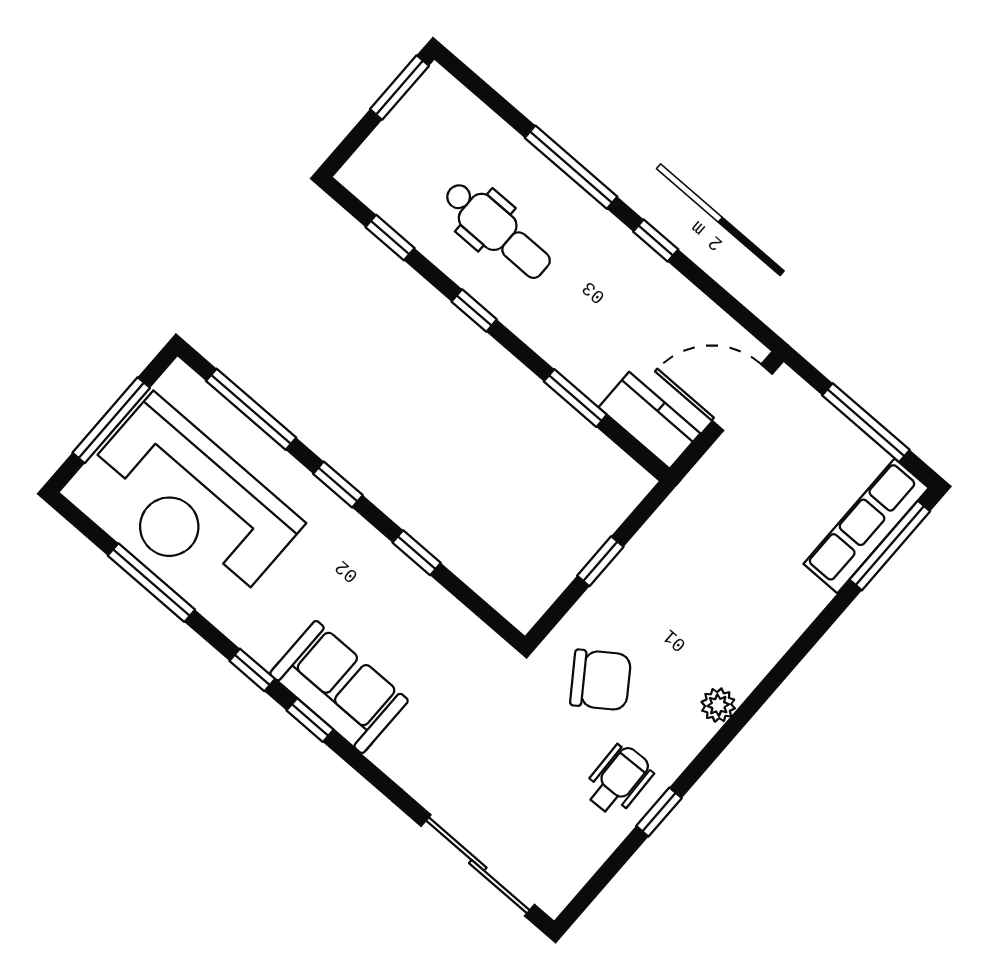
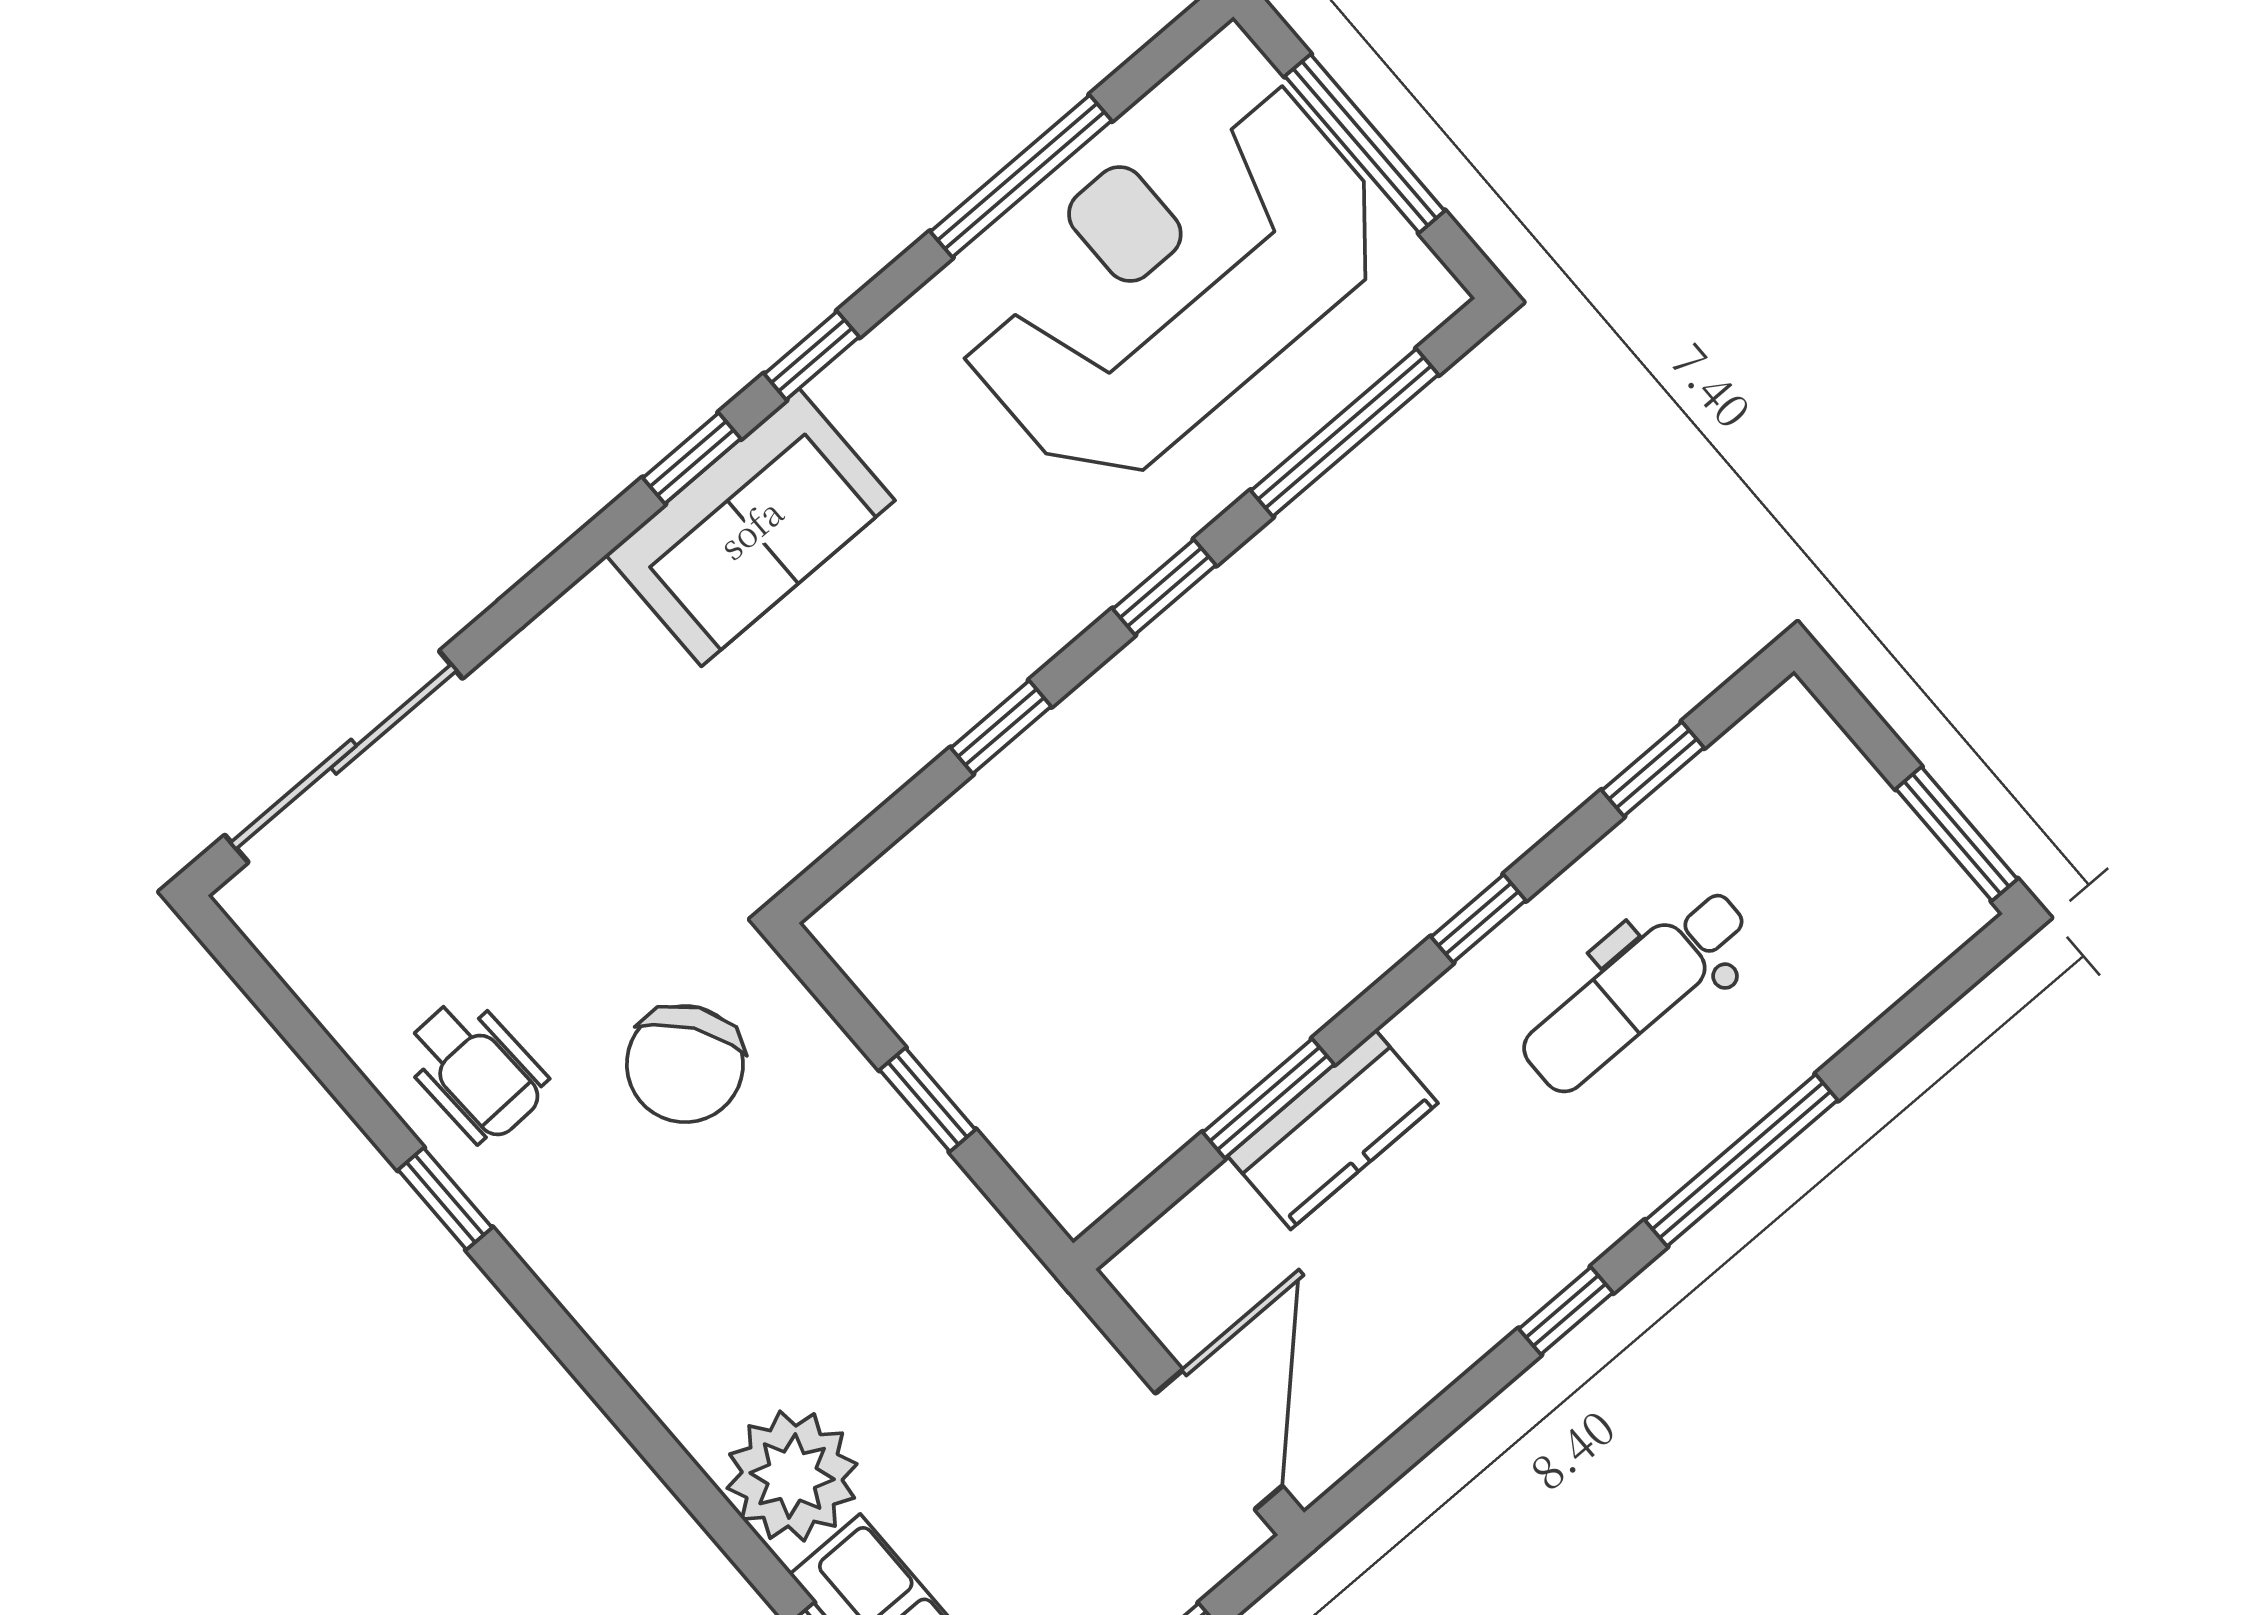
kitchen counter: (649, 420) -> (1333, 1130), moved
plant: (718, 705) -> (792, 1476), moved, width x1.87, depth x1.87
window: (659, 812) -> (445, 1199), moved

